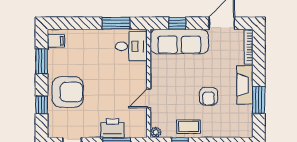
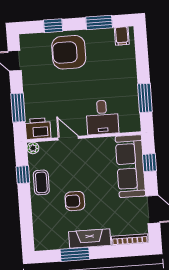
desk: (131, 46) -> (102, 117), moved
armchair: (68, 92) -> (69, 52), turned 90
printer: (112, 128) -> (38, 129), moved, turned -90

